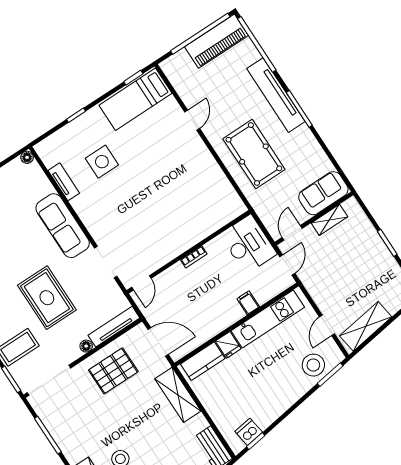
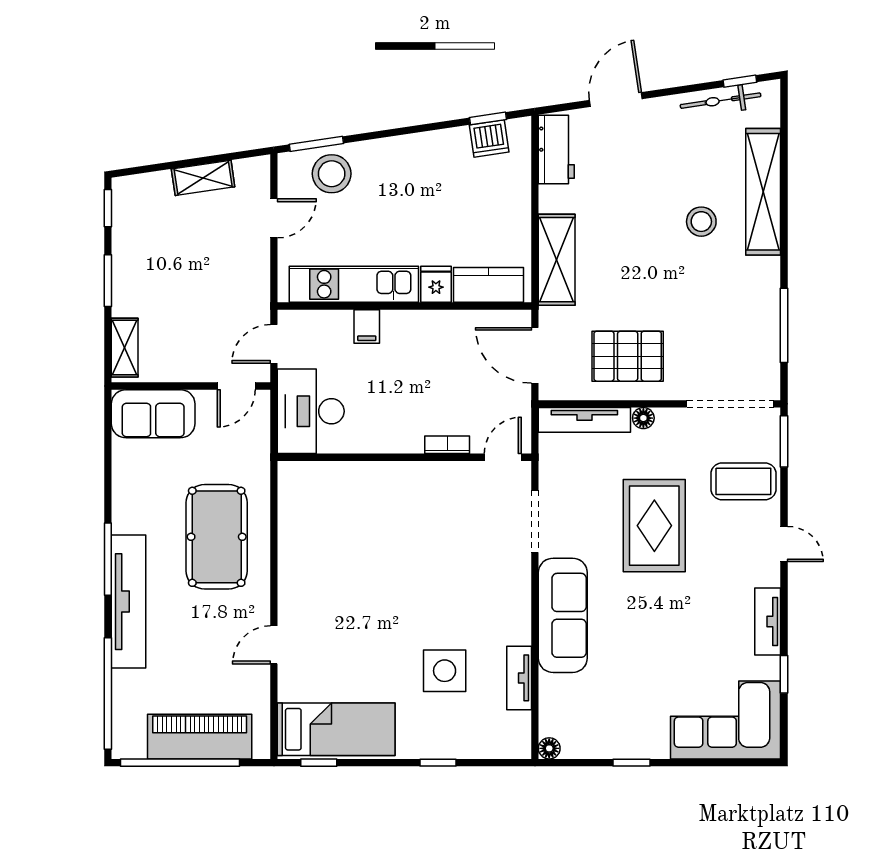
piano: (216, 41) -> (200, 737), moved
shelving: (329, 220) -> (125, 348), moved, turned 90
bookcase: (194, 257) -> (447, 445), moved
shelving: (366, 326) -> (203, 178), width x0.67, depth x0.75

